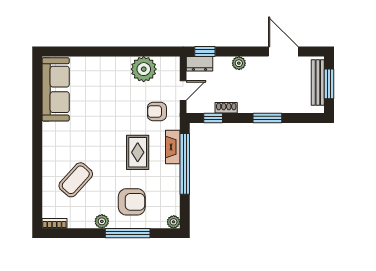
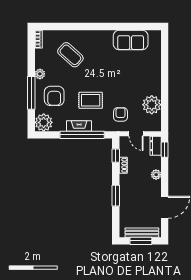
sofa: (56, 89) -> (131, 40), width x0.73
fireplace: (173, 147) -> (79, 126), moved
plant: (174, 222) -> (44, 122), width x1.88, depth x1.88

